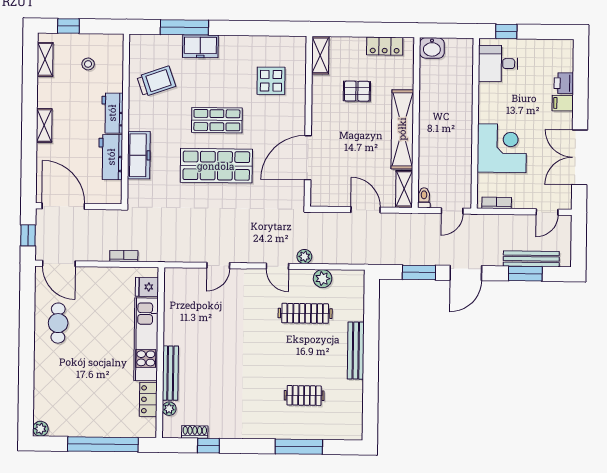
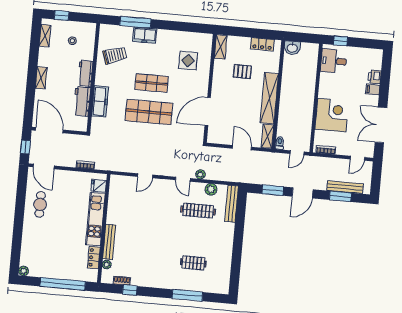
bench: (356, 351) -> (232, 204), moved

